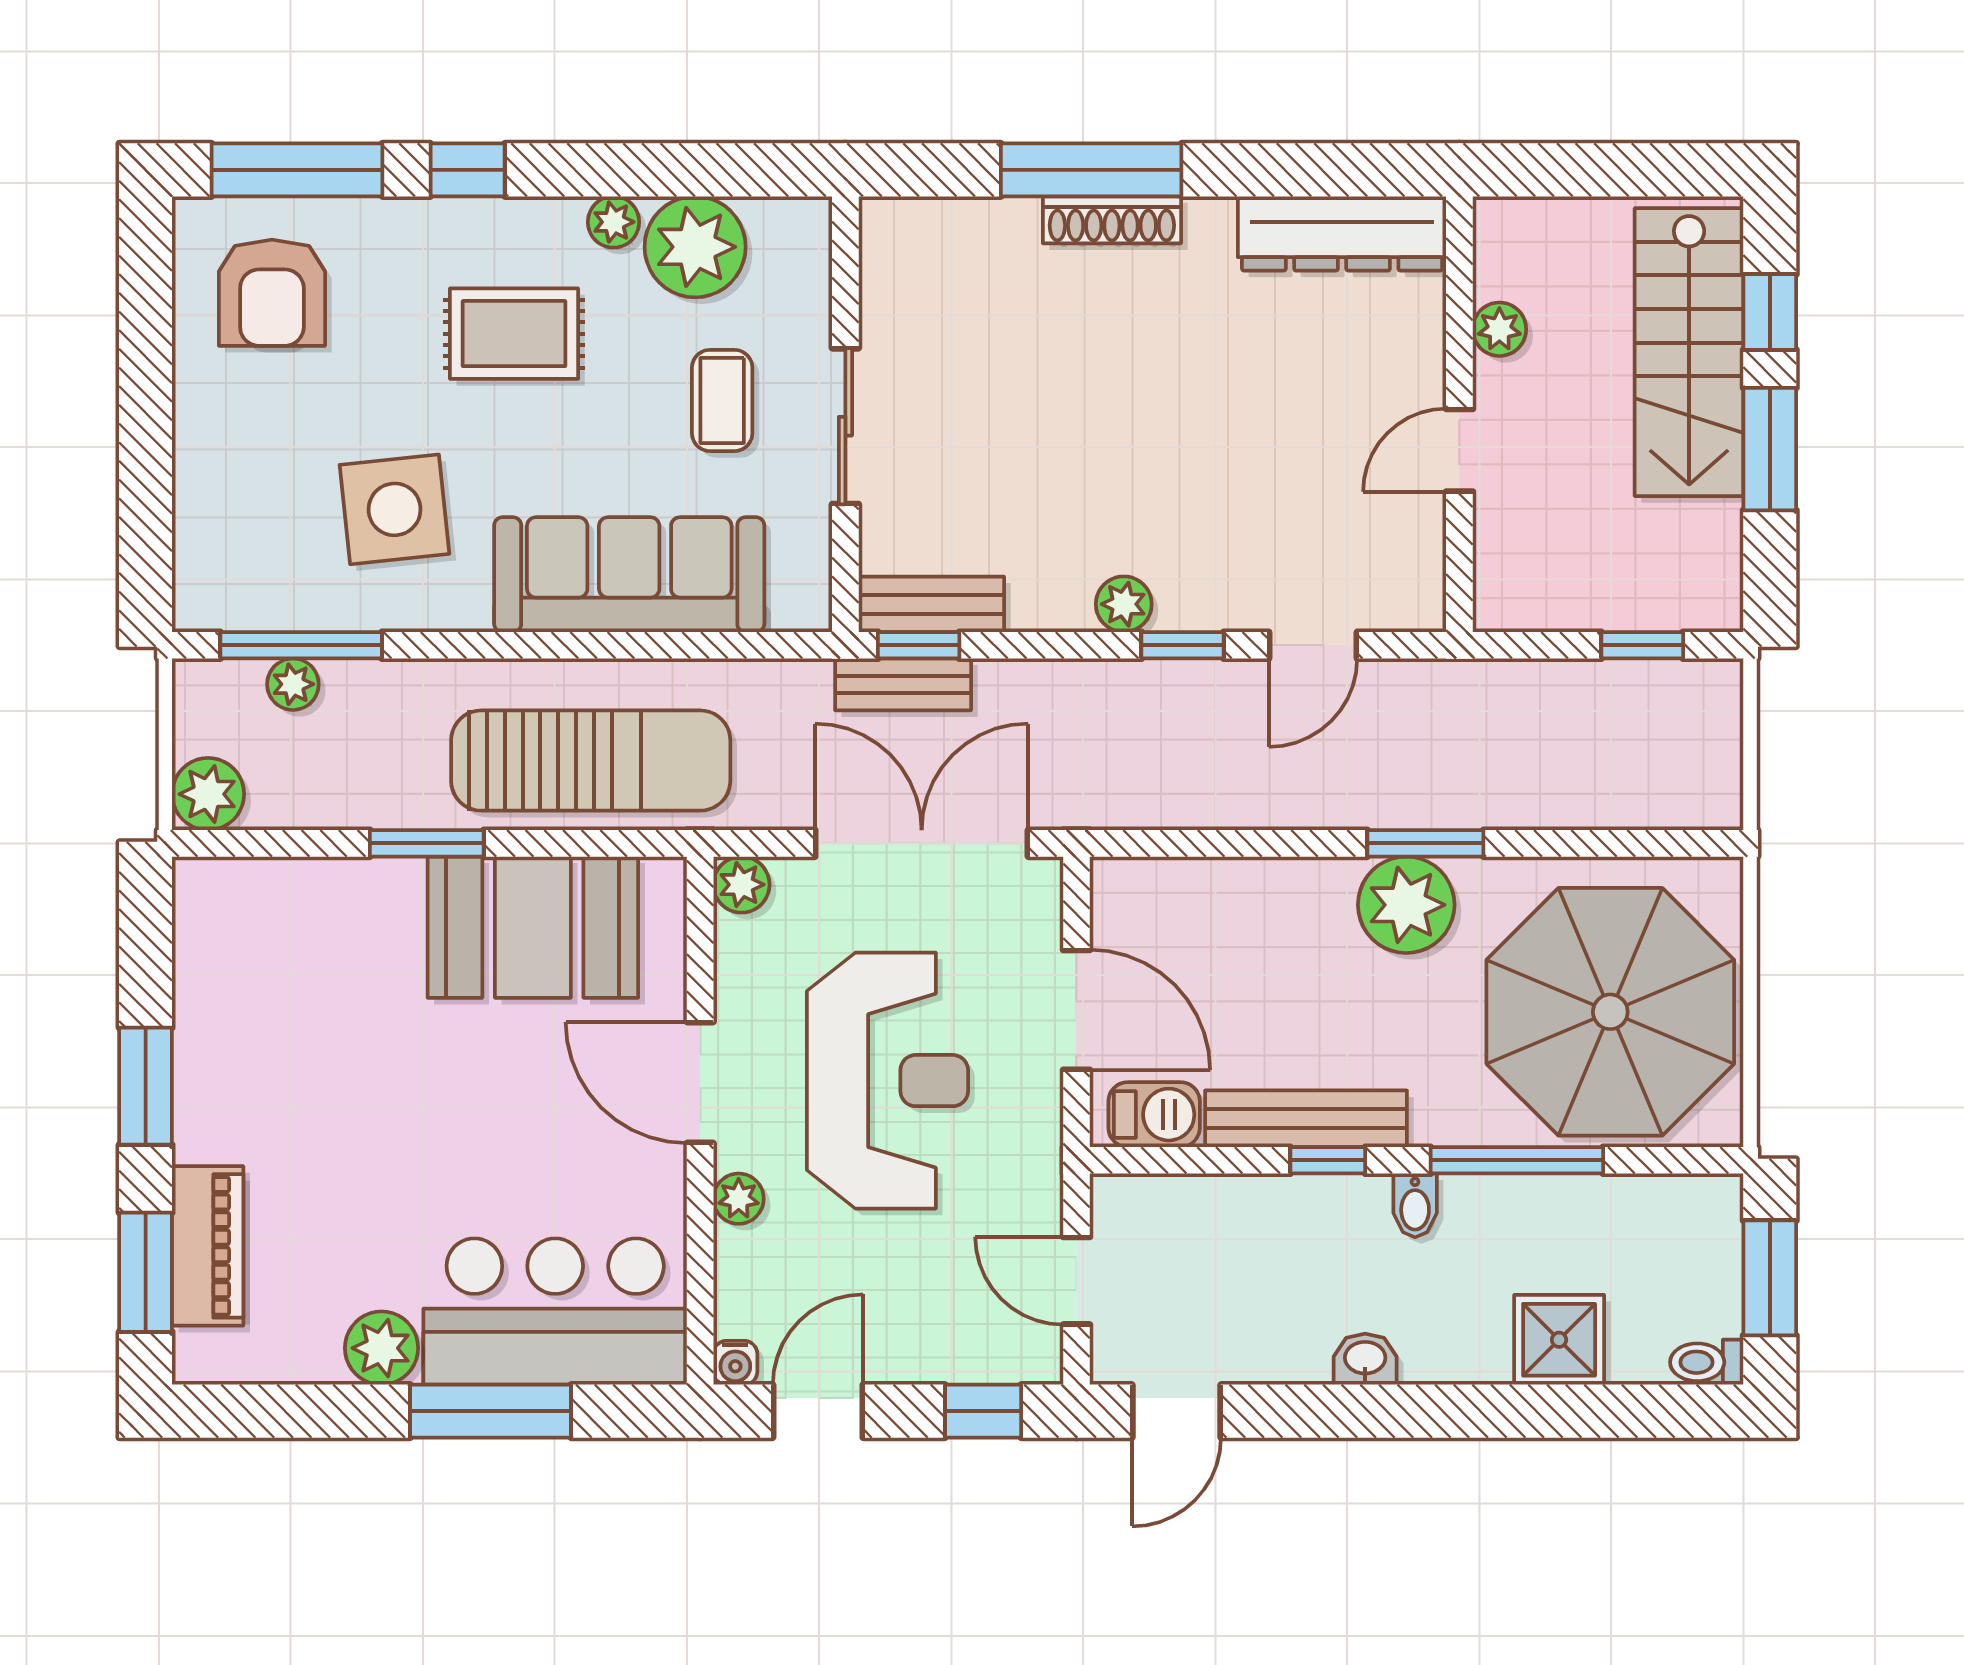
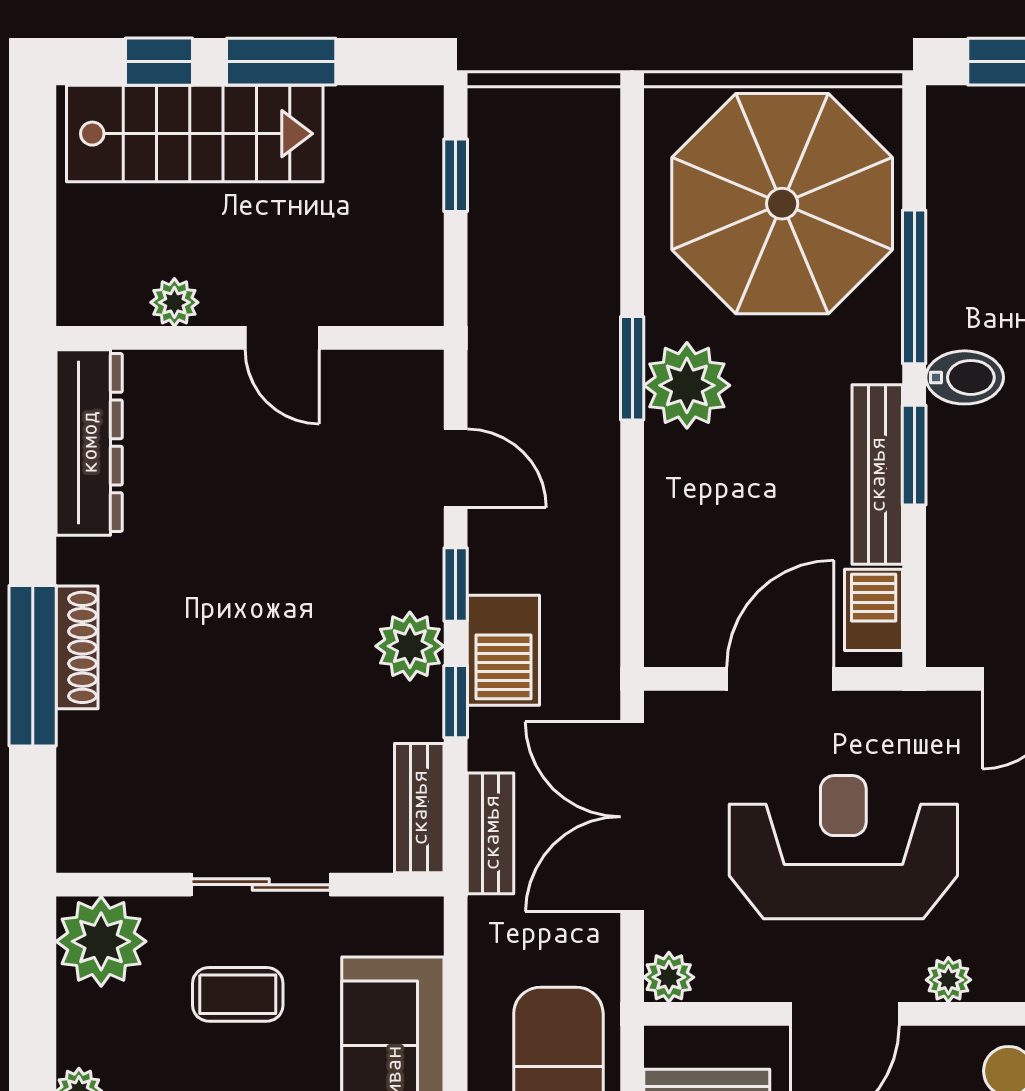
plant: (695, 247) -> (101, 941), moved
plant: (1124, 604) -> (410, 646), width x1.38, depth x1.38
window: (919, 645) -> (456, 702), moved
barbecue: (1109, 699) -> (503, 650), added
window: (1328, 1160) -> (914, 455), width x1.50
bidet: (1415, 1205) -> (965, 377), width x1.38, depth x1.36

